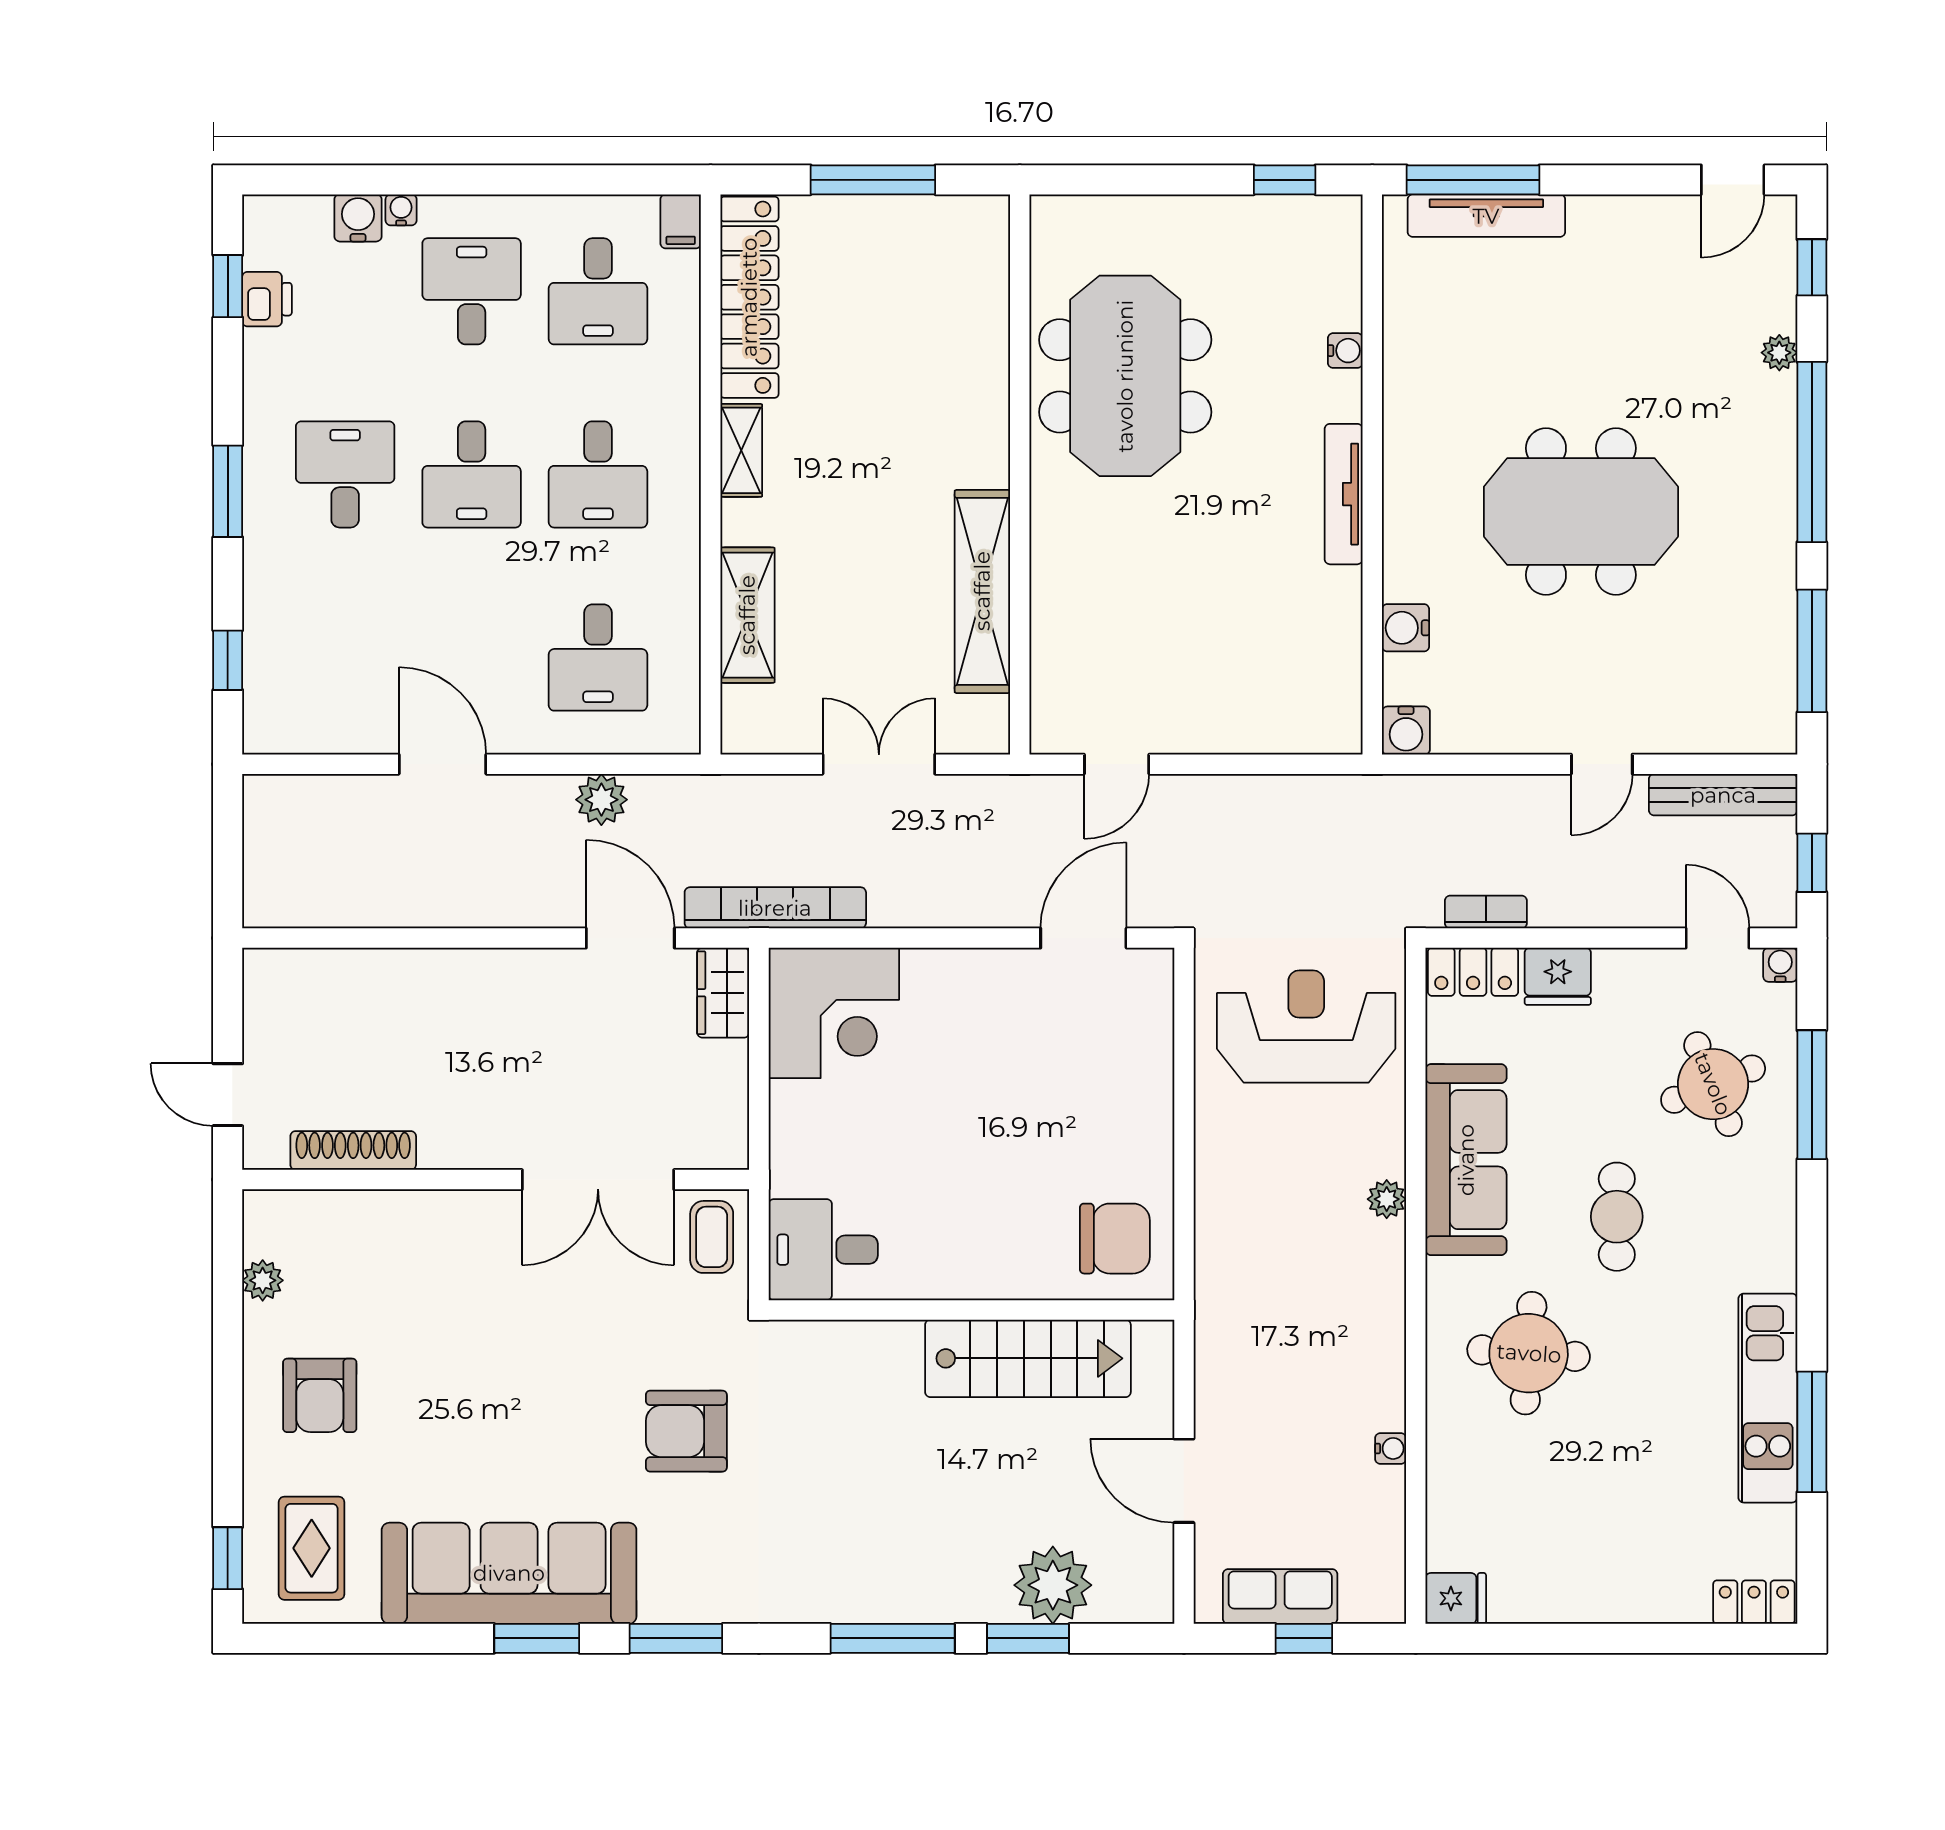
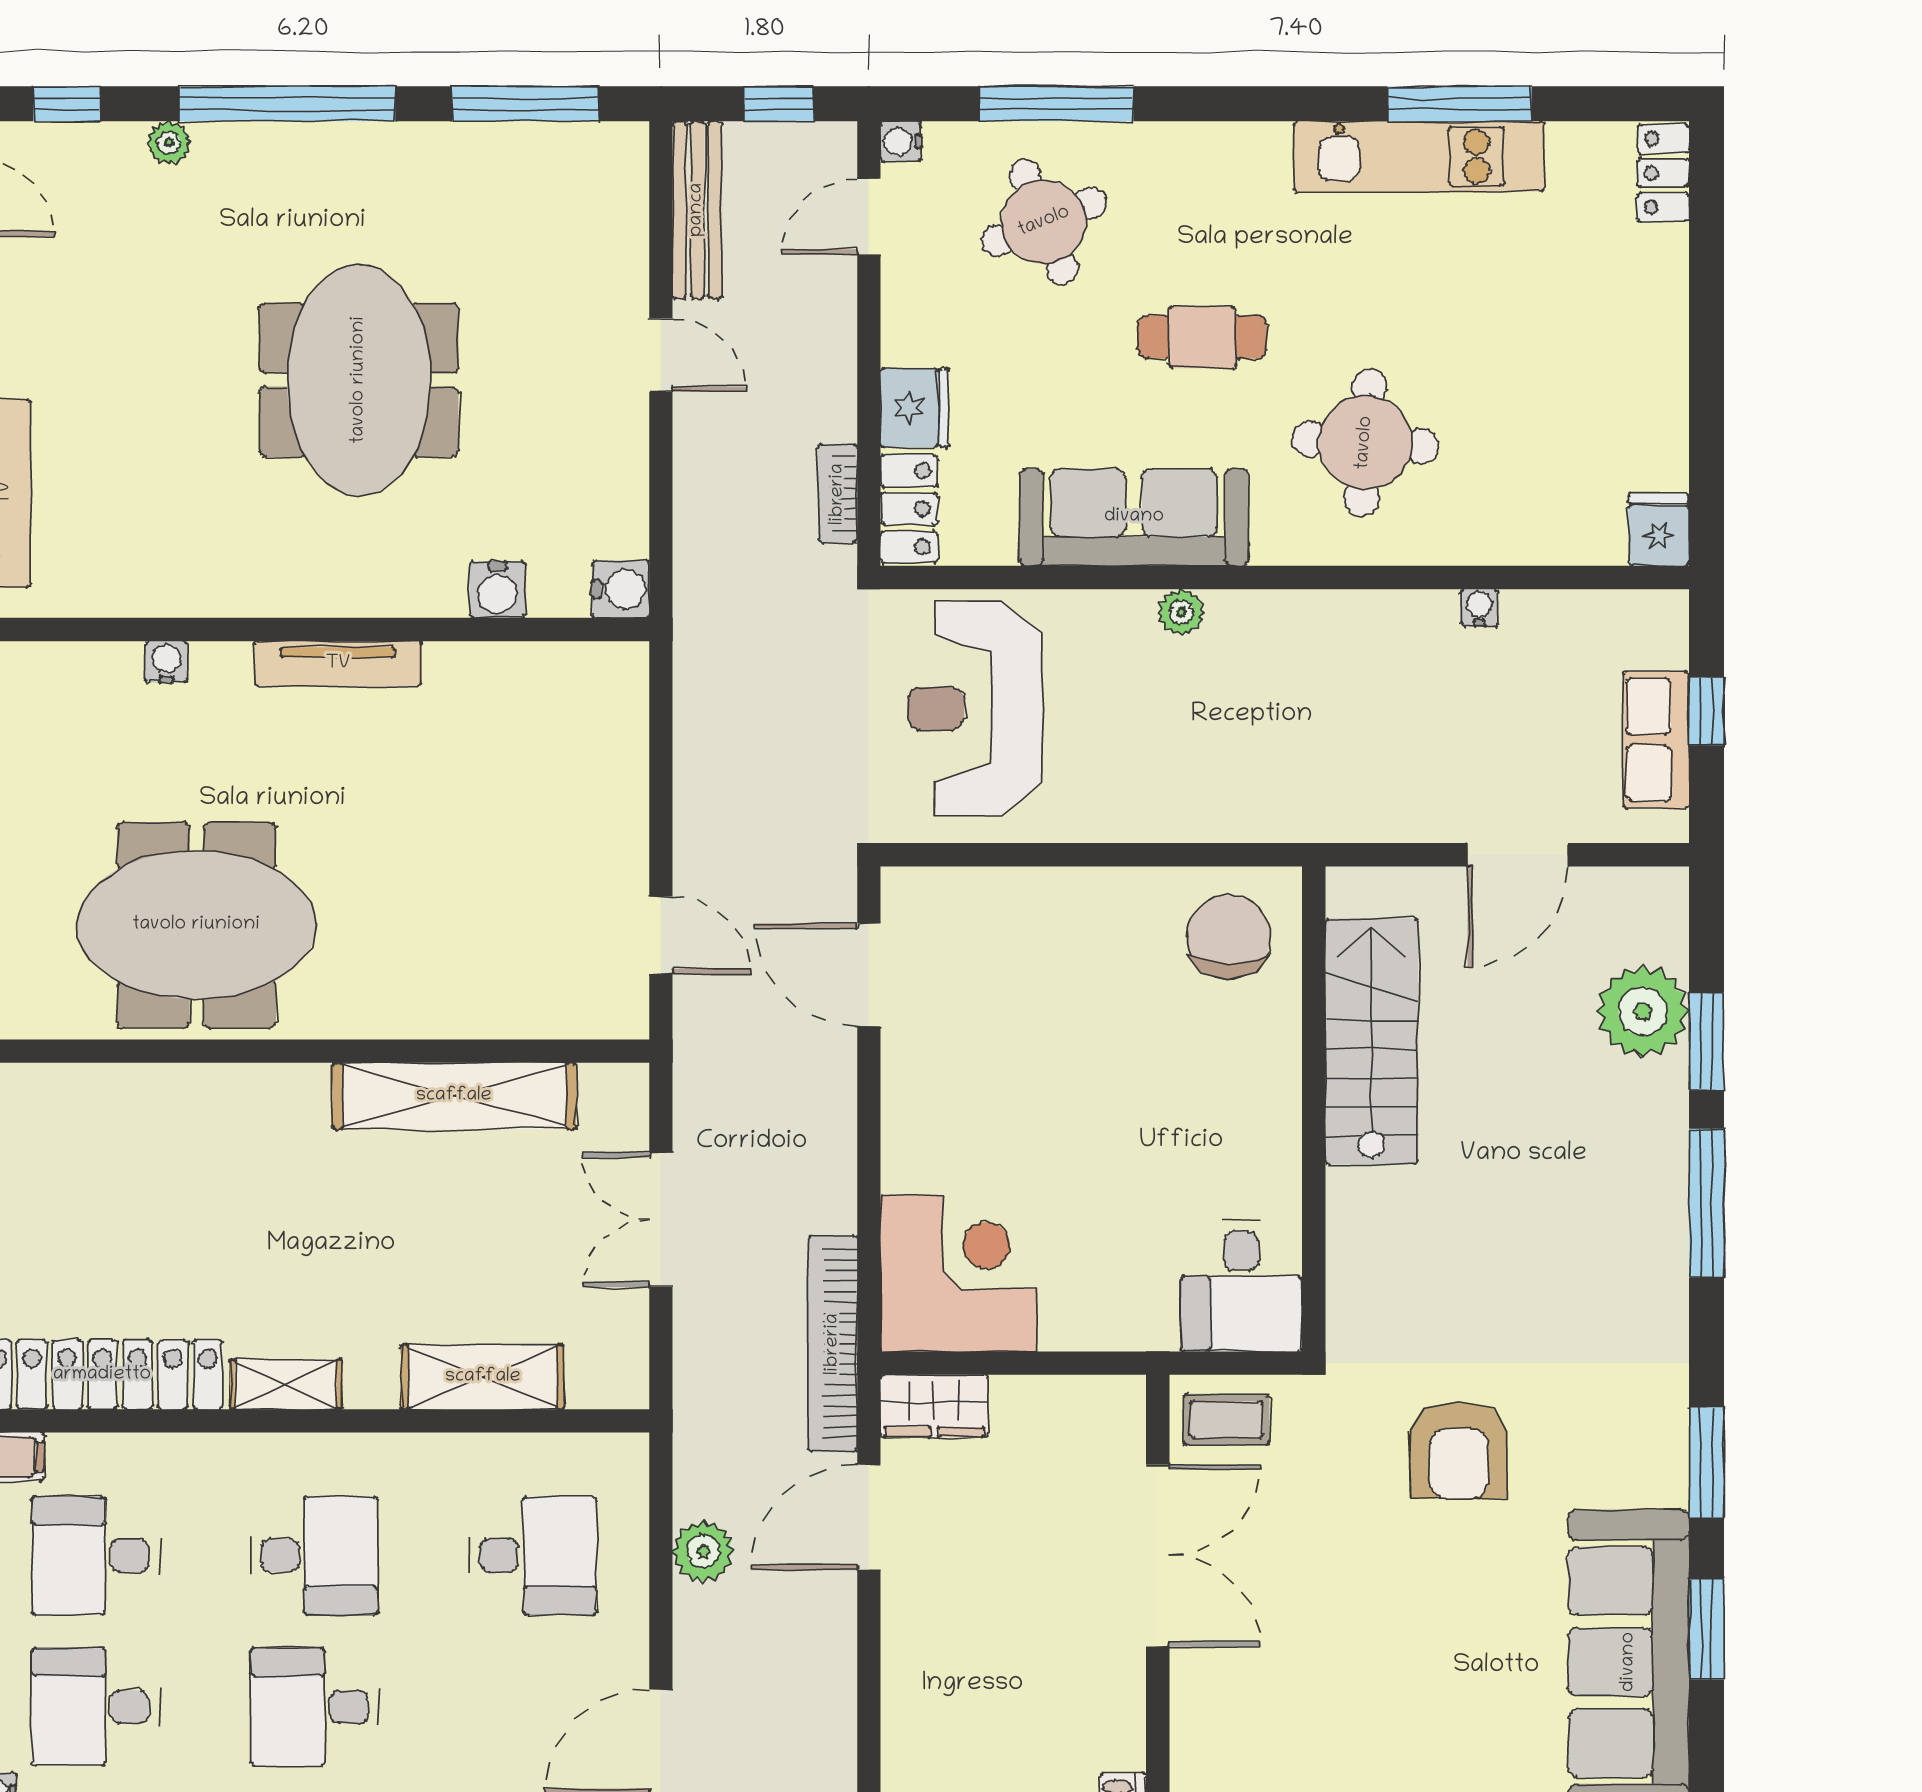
desk: (598, 291) -> (95, 1556), turned 180
desk: (472, 474) -> (314, 1707), turned 180

